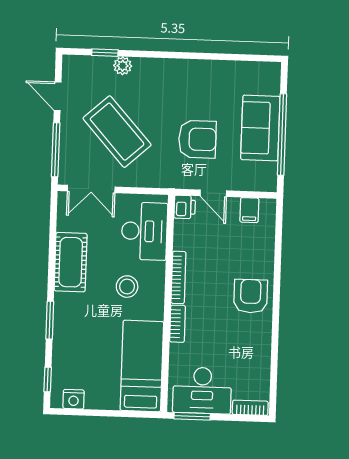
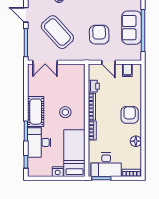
armchair: (197, 139) -> (99, 35), turned -91
printer: (185, 207) -> (94, 86), moved
desk: (144, 231) -> (39, 142), moved, turned 180
cot: (71, 262) -> (36, 112), moved
floor lamp: (261, 347) -> (136, 141), added
nightstand: (74, 399) -> (58, 172), moved

